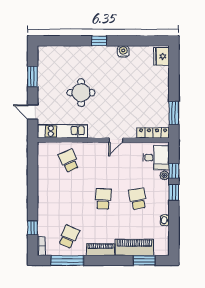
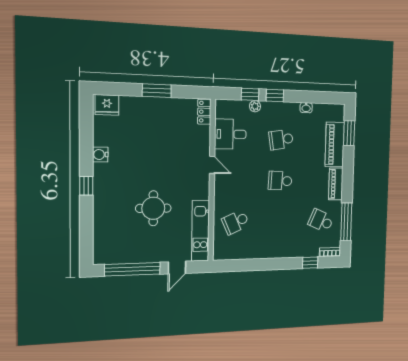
window: (33, 77) -> (133, 269), width x2.11
window: (174, 113) -> (157, 91), moved
locker: (153, 133) -> (204, 112), width x0.66
desk: (156, 158) -> (230, 134), moved, turned -90

